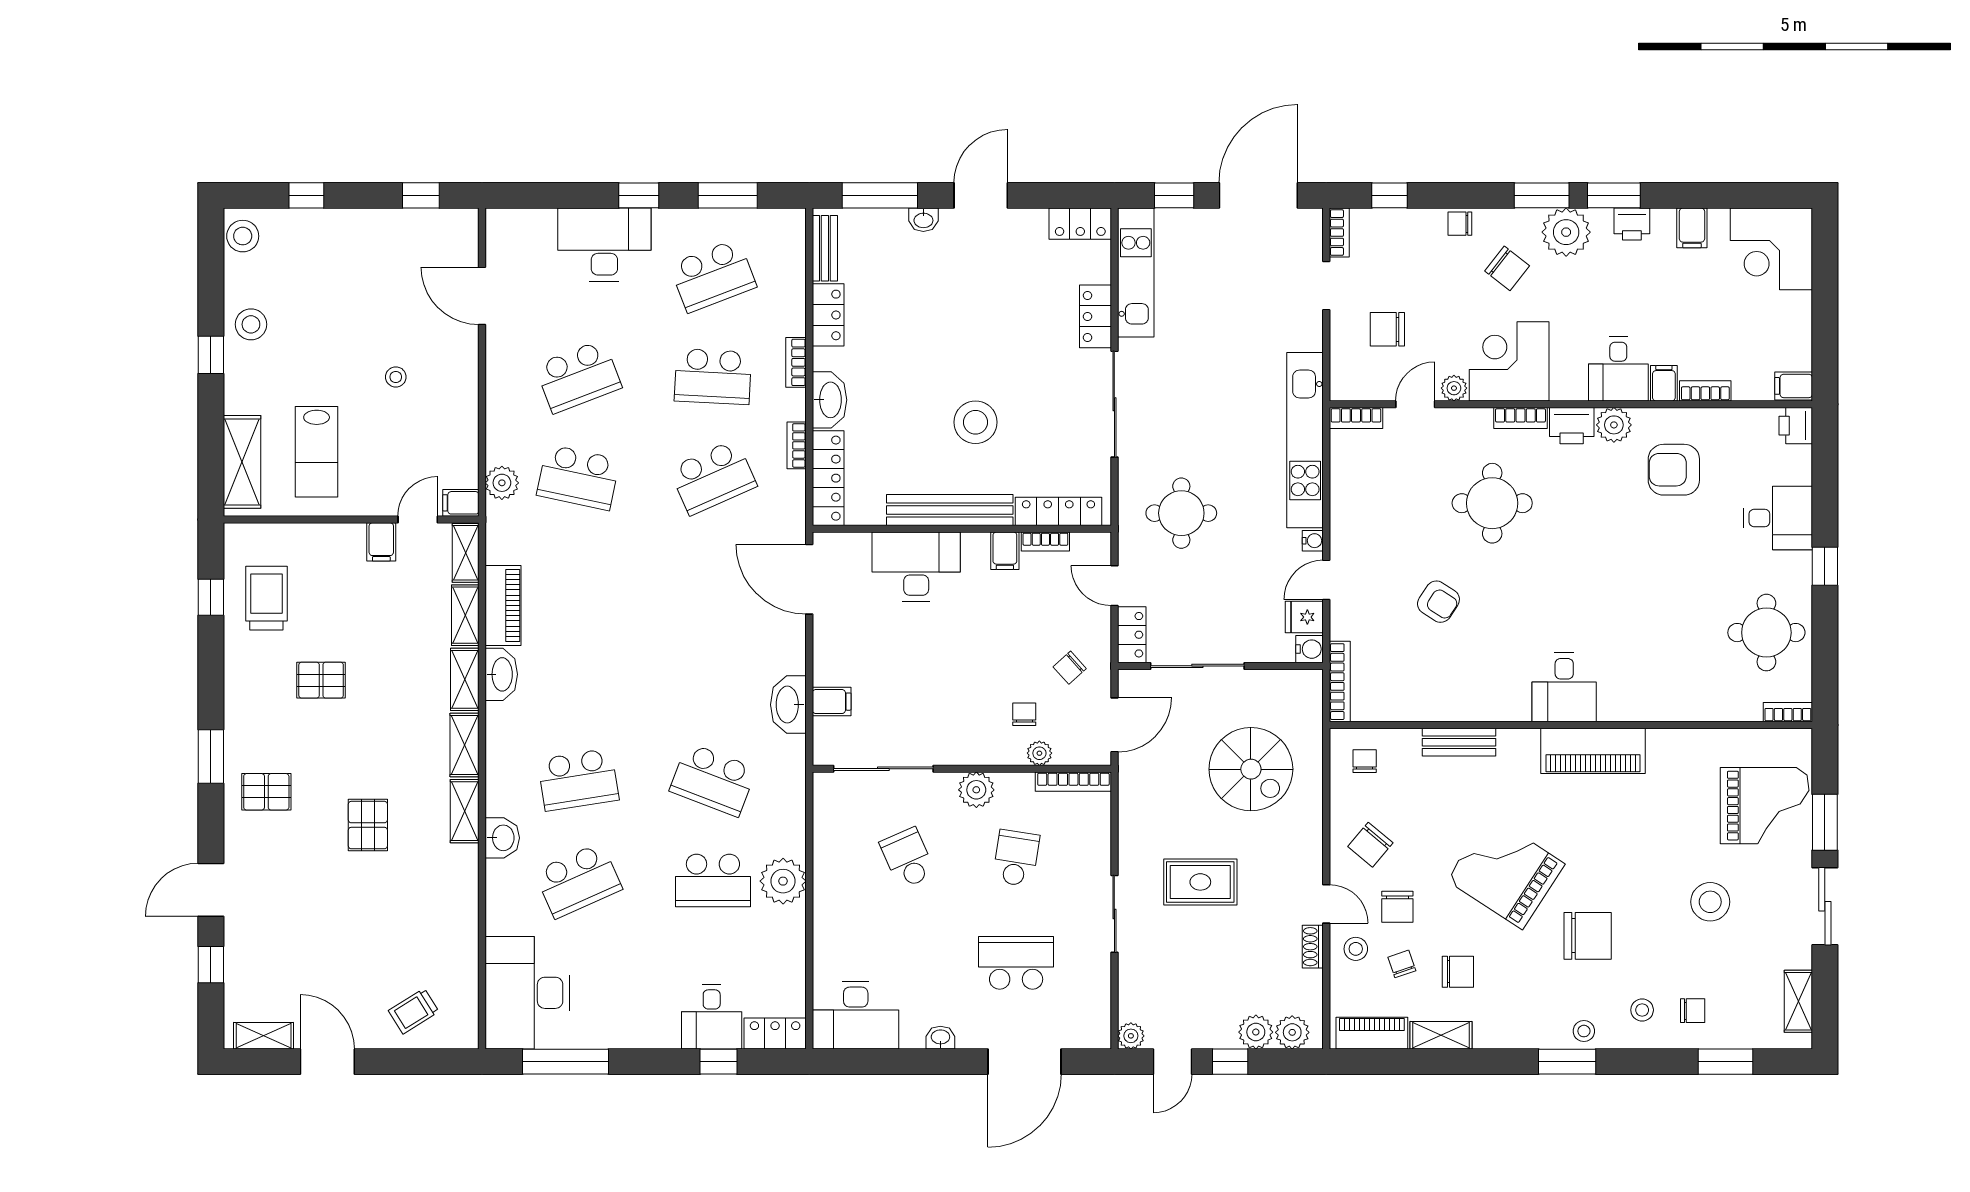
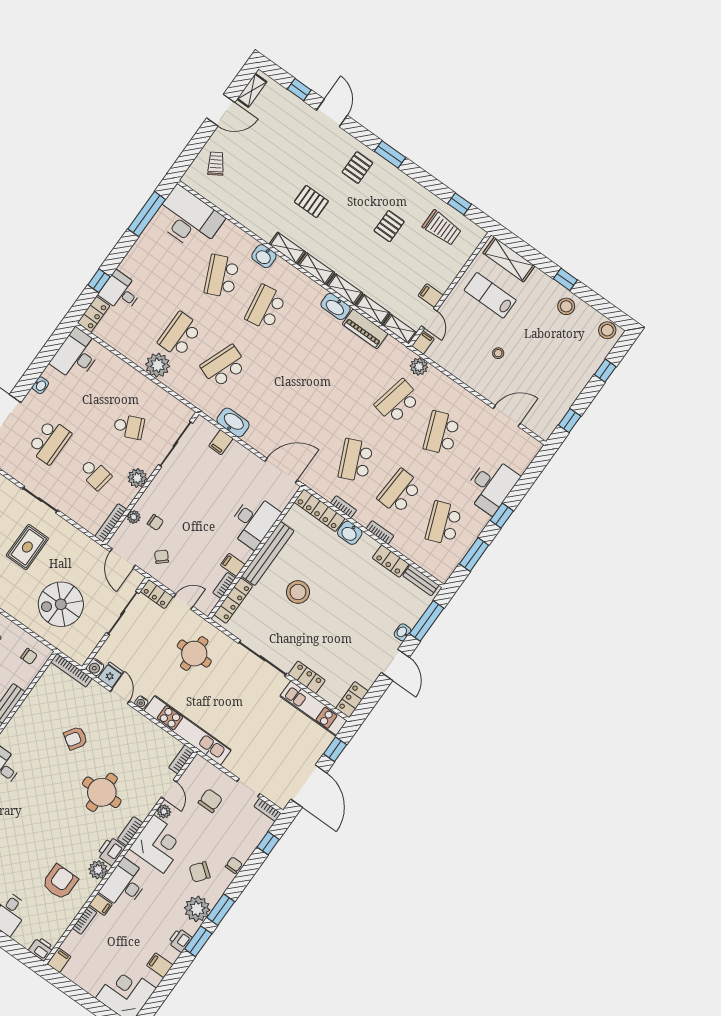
desk: (1618, 369) -> (125, 884), width x1.37
washbasin: (829, 400) -> (350, 533), width x0.72

